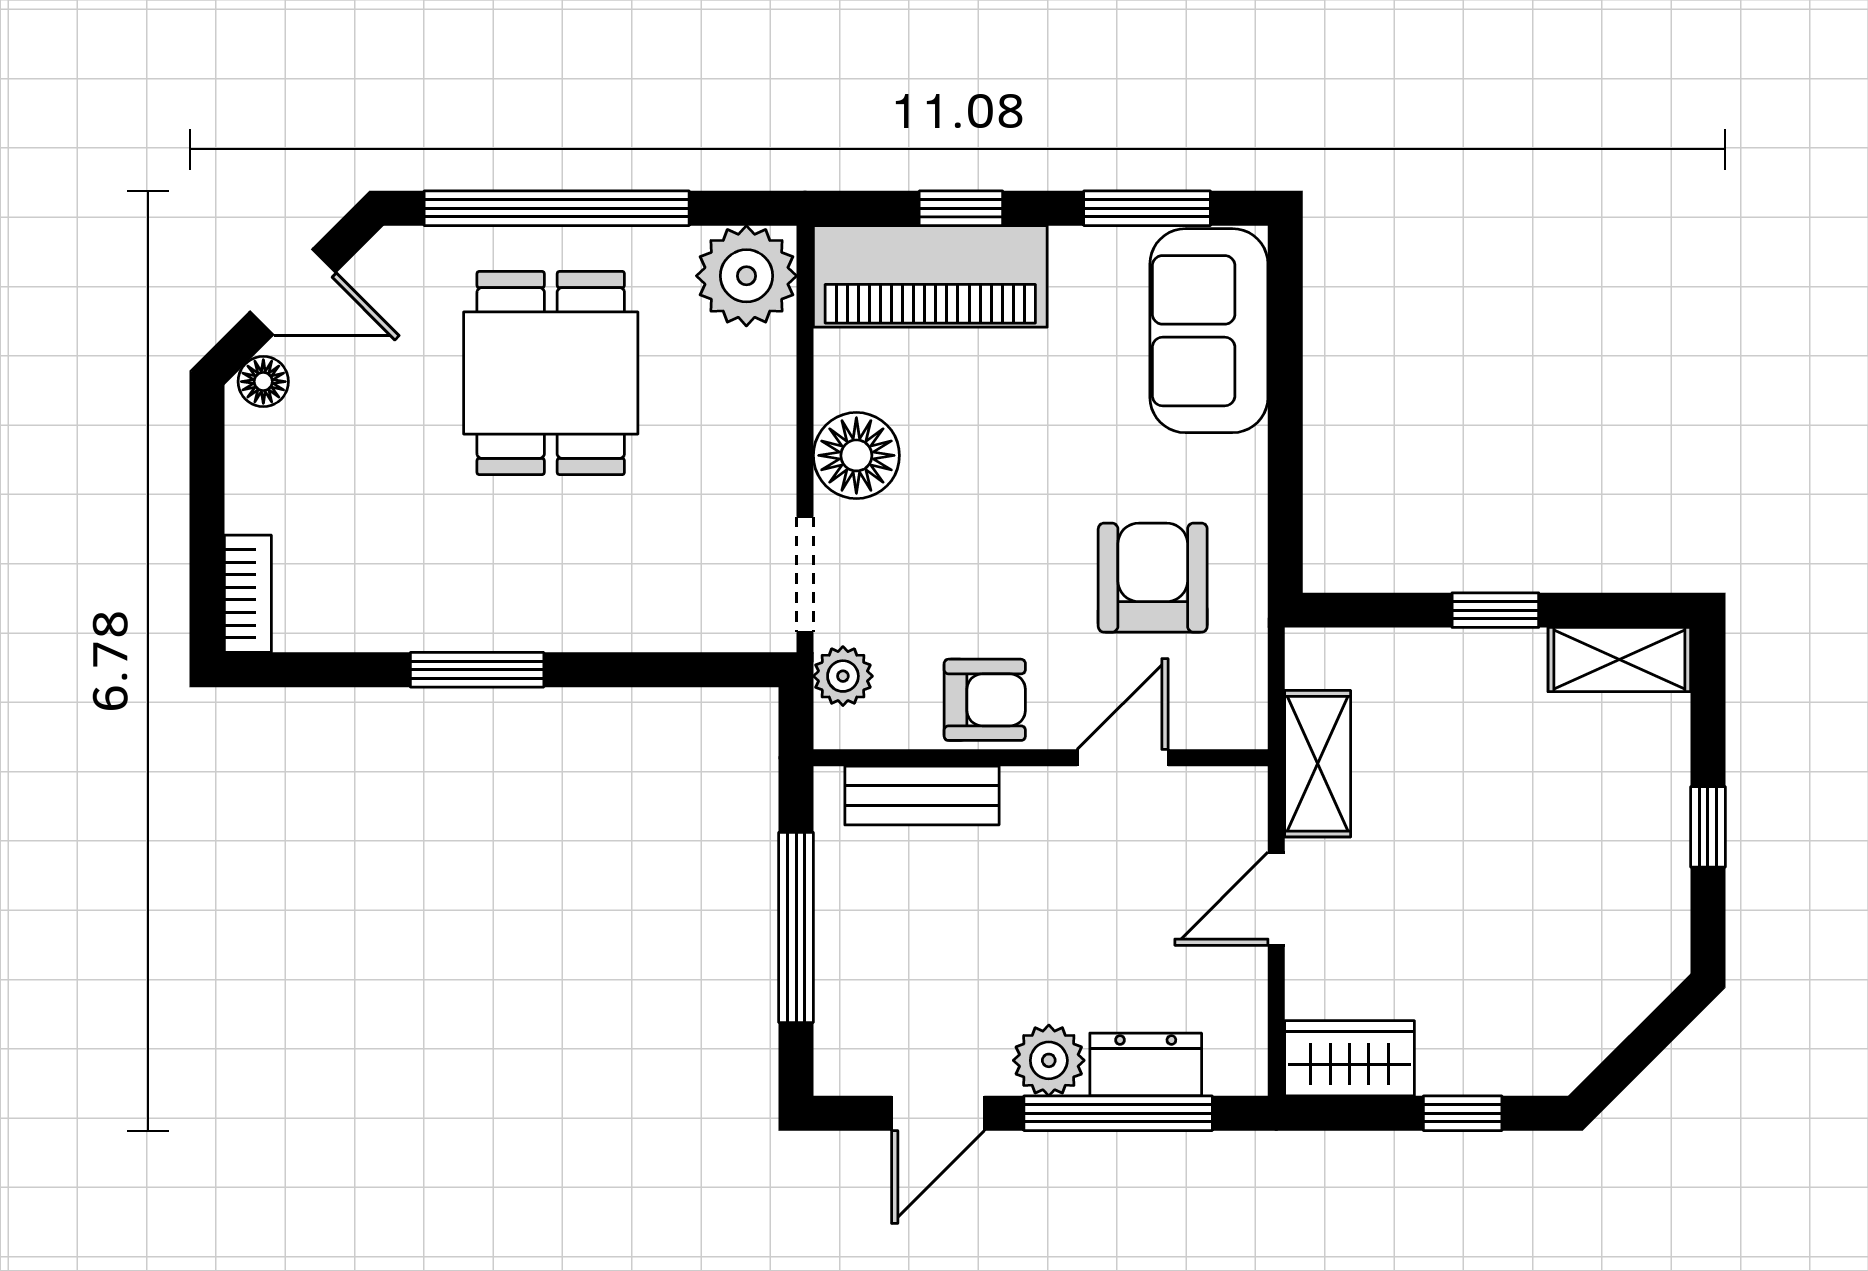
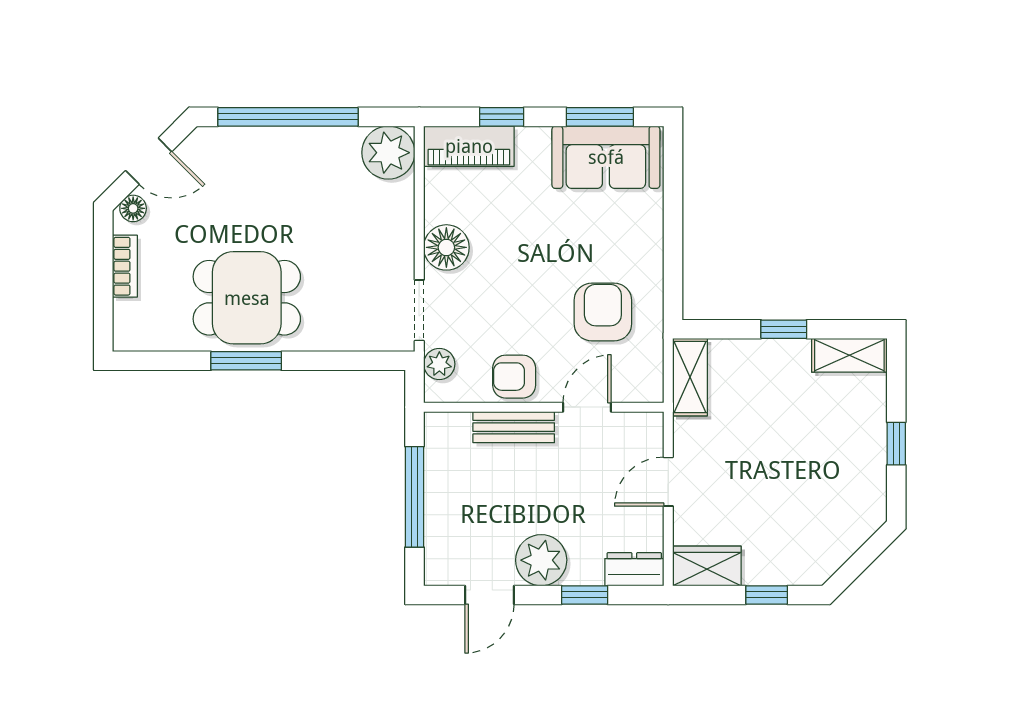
piano: (930, 276) -> (469, 146), width x0.73, depth x0.75
sofa: (1209, 331) -> (606, 157), moved, turned -90
dining table: (551, 373) -> (247, 298), moved, turned 90
bookcase: (248, 594) -> (125, 266), moved
armchair: (985, 700) -> (514, 377), turned 180
shelving: (1318, 764) -> (690, 377), moved
bench: (922, 796) -> (514, 427), moved
plant: (1049, 1060) -> (541, 560), width x1.36, depth x1.36
dresser: (1146, 1065) -> (634, 569), moved
window: (1118, 1113) -> (585, 595), width x0.46

